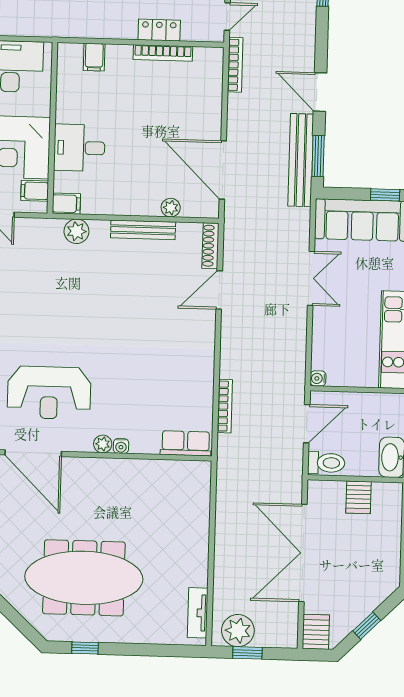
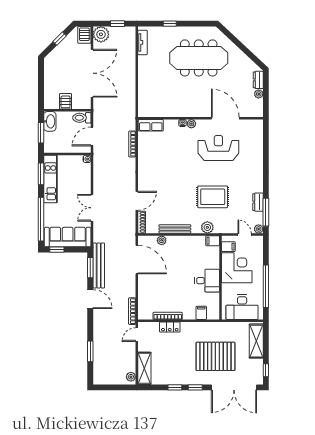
desk: (79, 148) -> (207, 281), moved
rug: (64, 293) -> (213, 197), added
plant: (238, 631) -> (101, 34), moved
window: (85, 648) -> (170, 24), moved

